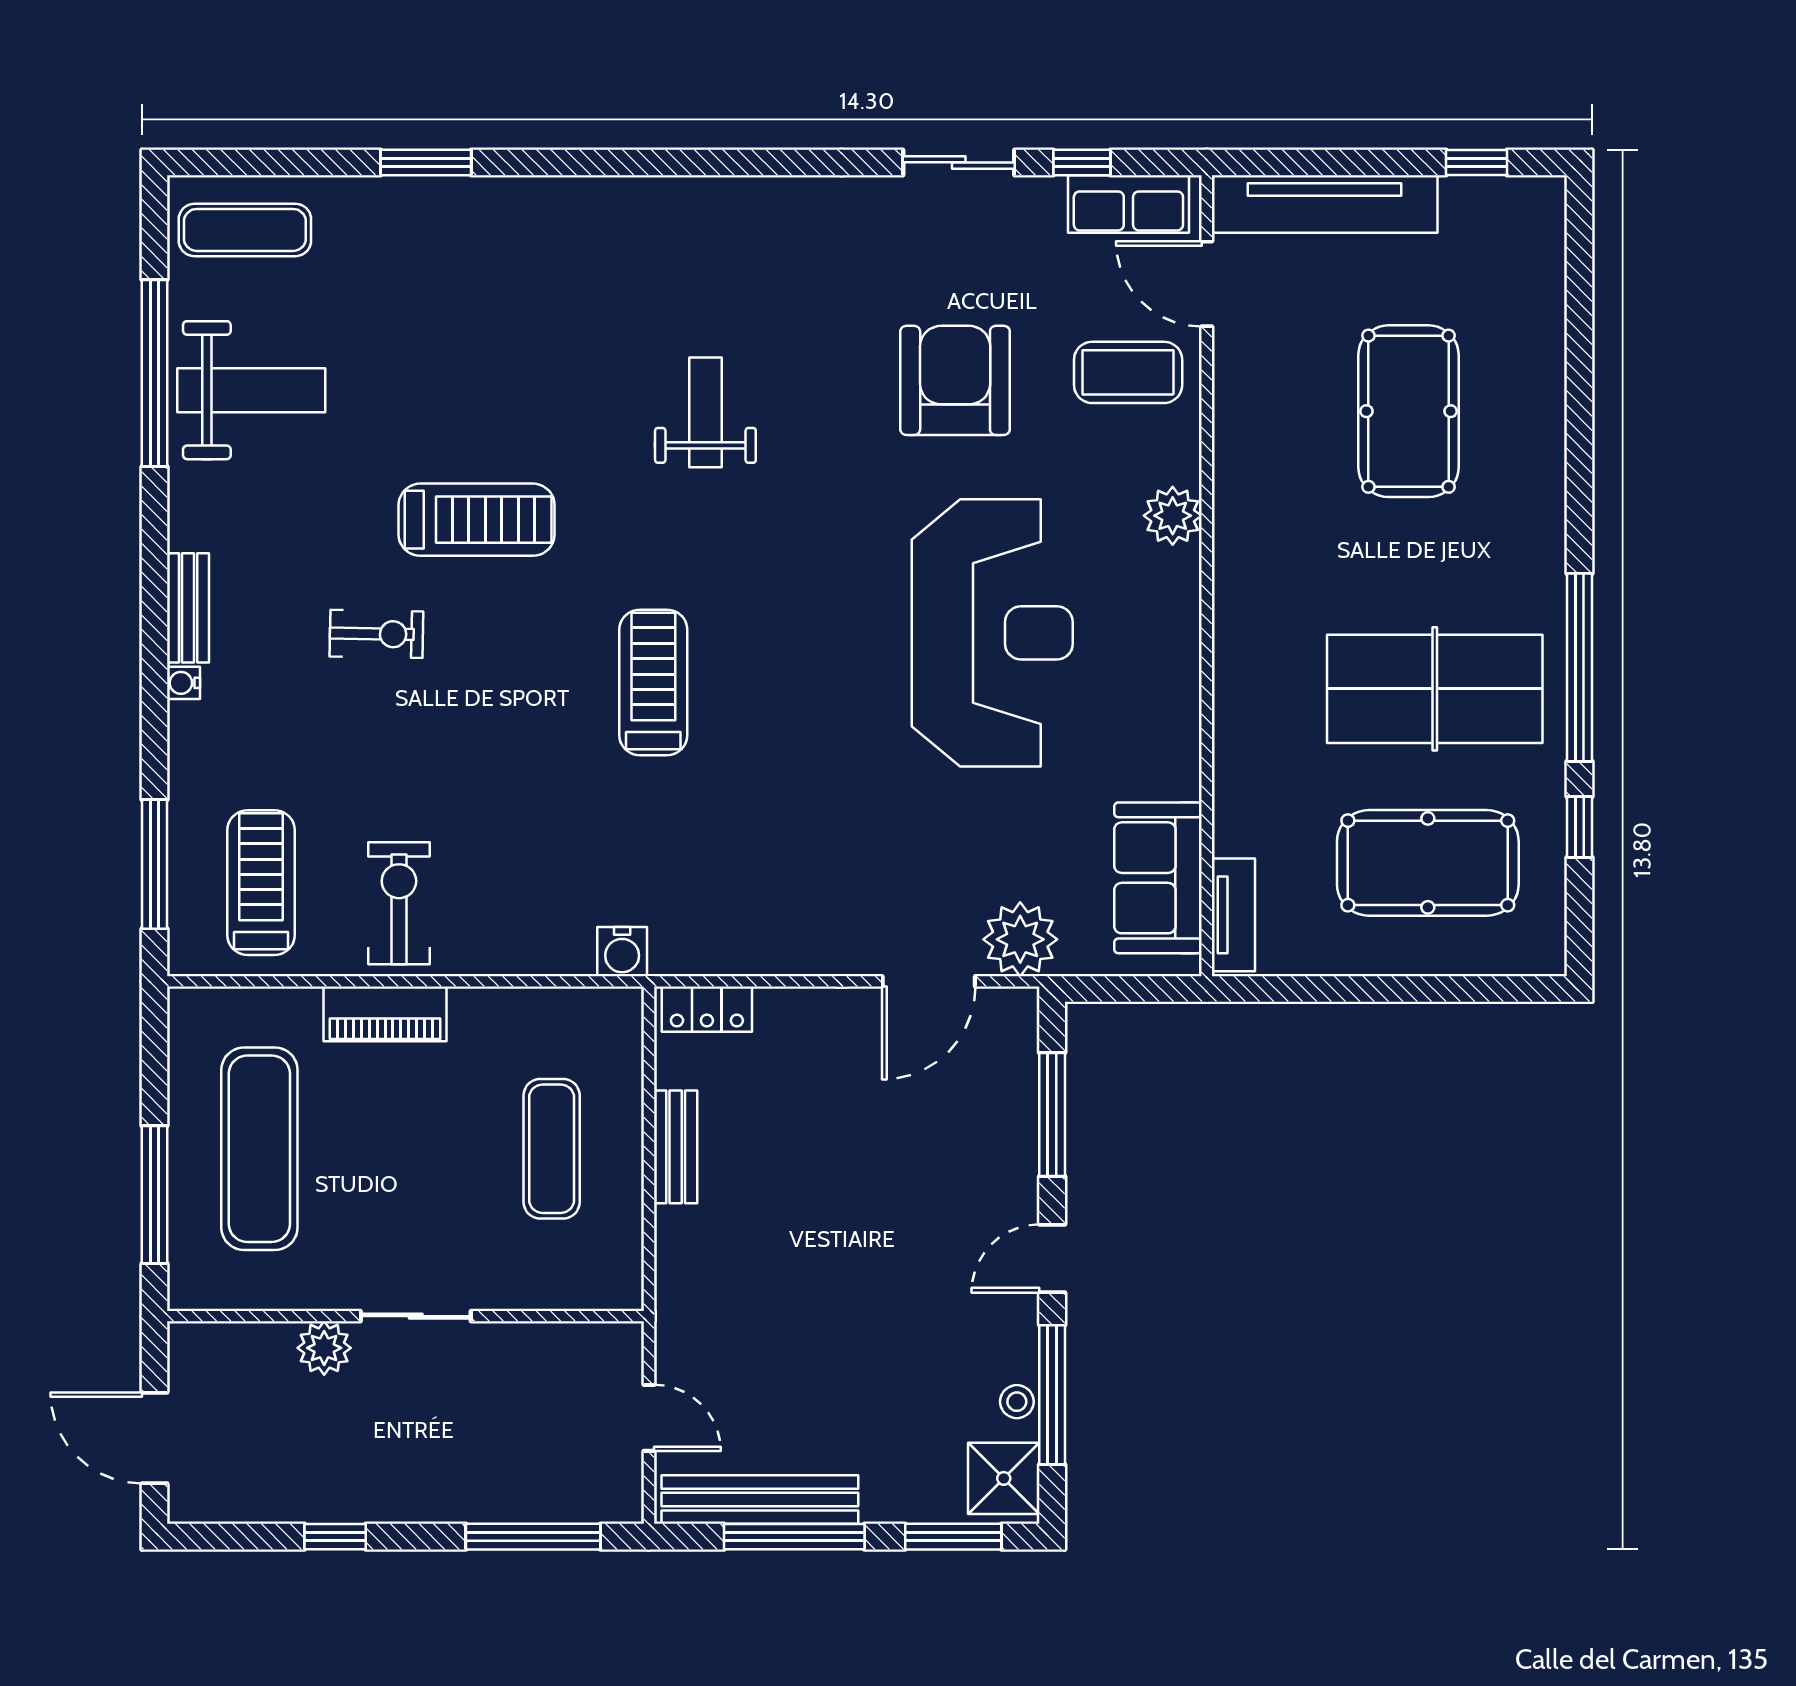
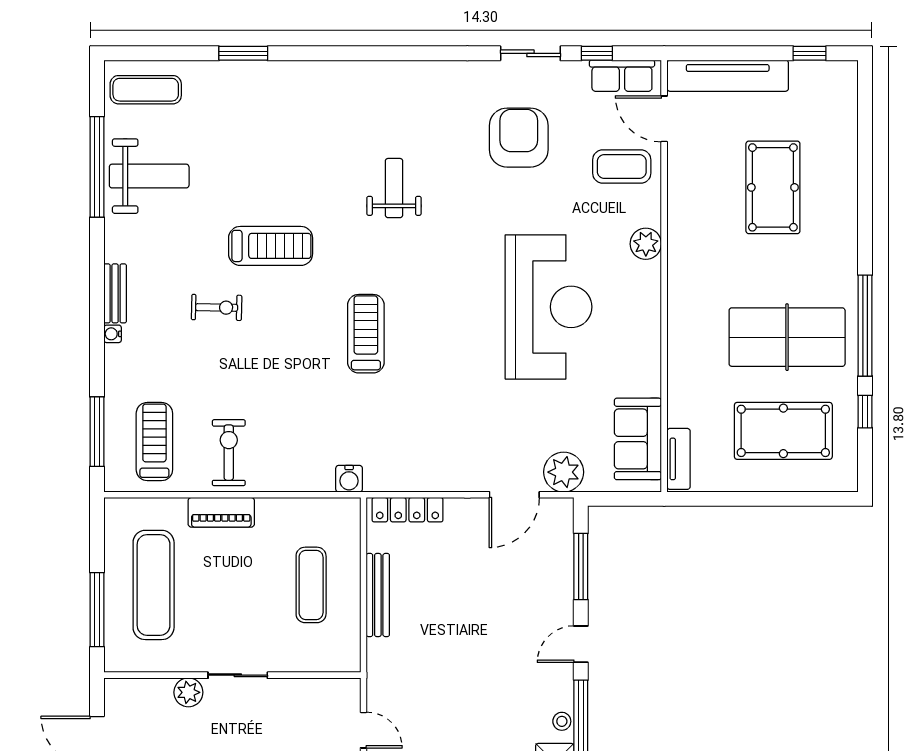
armchair: (955, 380) -> (519, 138), moved
locker: (707, 1009) -> (407, 510), width x1.53
bench: (676, 1147) -> (378, 595), width x1.36

